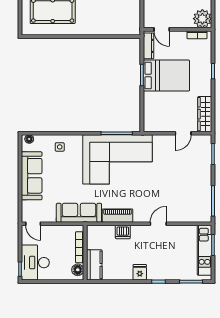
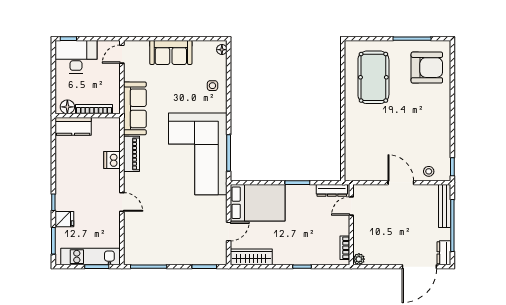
plant: (202, 19) -> (359, 259), width x0.53, depth x0.53
bed: (166, 76) -> (258, 203), moved, turned -90
door: (183, 133) -> (229, 231), swing flipped
sofa: (32, 176) -> (171, 52), width x0.73
fridge: (140, 272) -> (64, 219), moved

